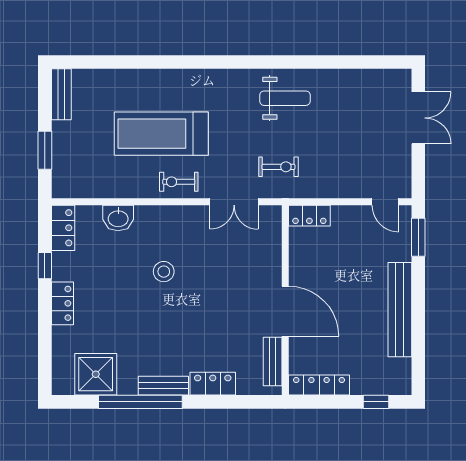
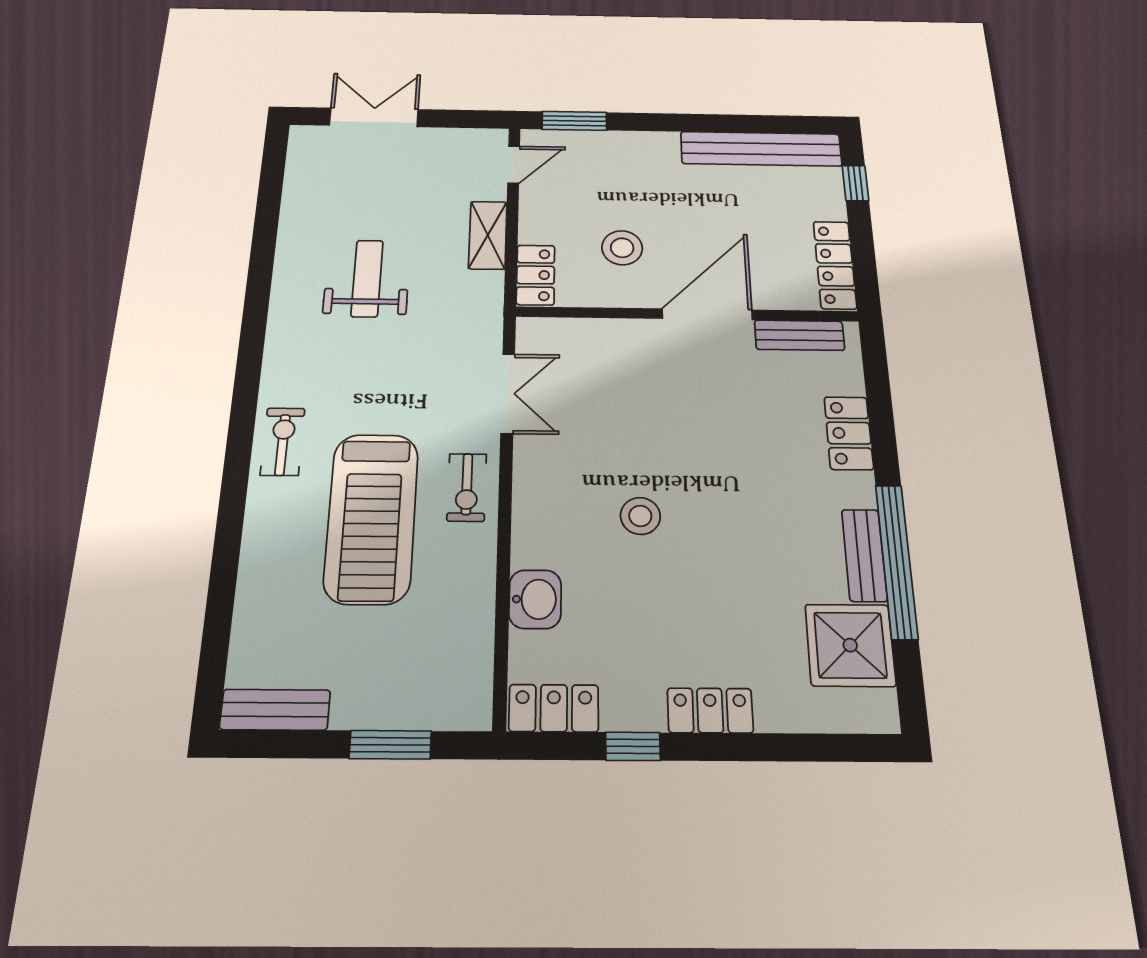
weight bench: (285, 98) -> (367, 278), moved
exercise bike: (279, 167) -> (283, 442), moved
shelving: (336, 188) -> (488, 235), added
stool: (328, 264) -> (622, 248), added
bench: (400, 310) -> (761, 149), moved
bench: (163, 386) -> (864, 555), moved

